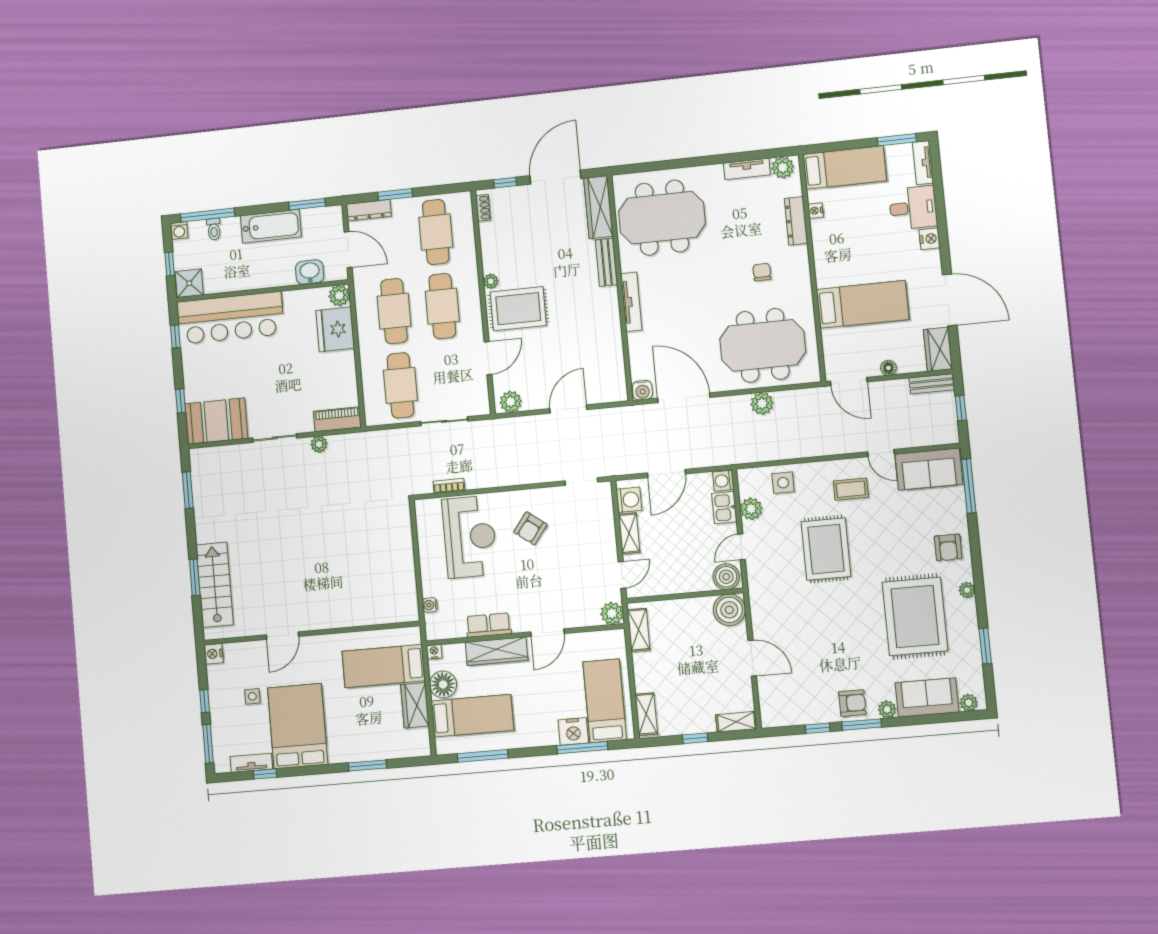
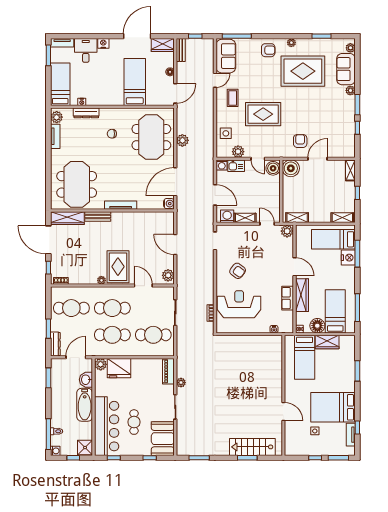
bathtub: (271, 226) -> (85, 405), moved, turned 180
cafe table: (241, 366) -> (134, 422), added
nightstand: (214, 654) -> (290, 451), removed
armchair: (852, 703) -> (300, 141), moved

